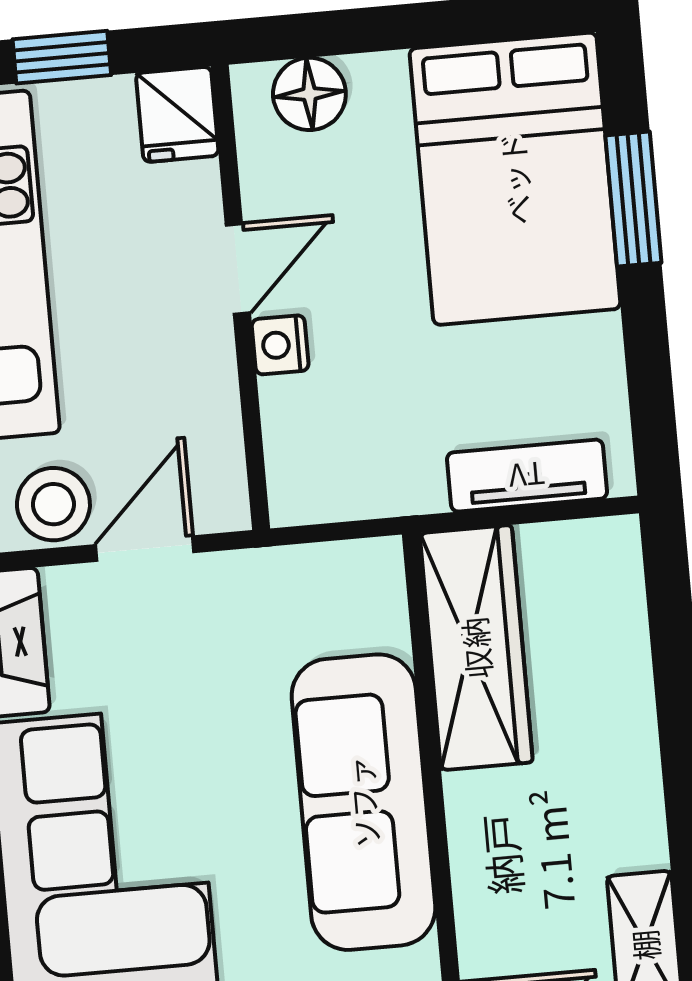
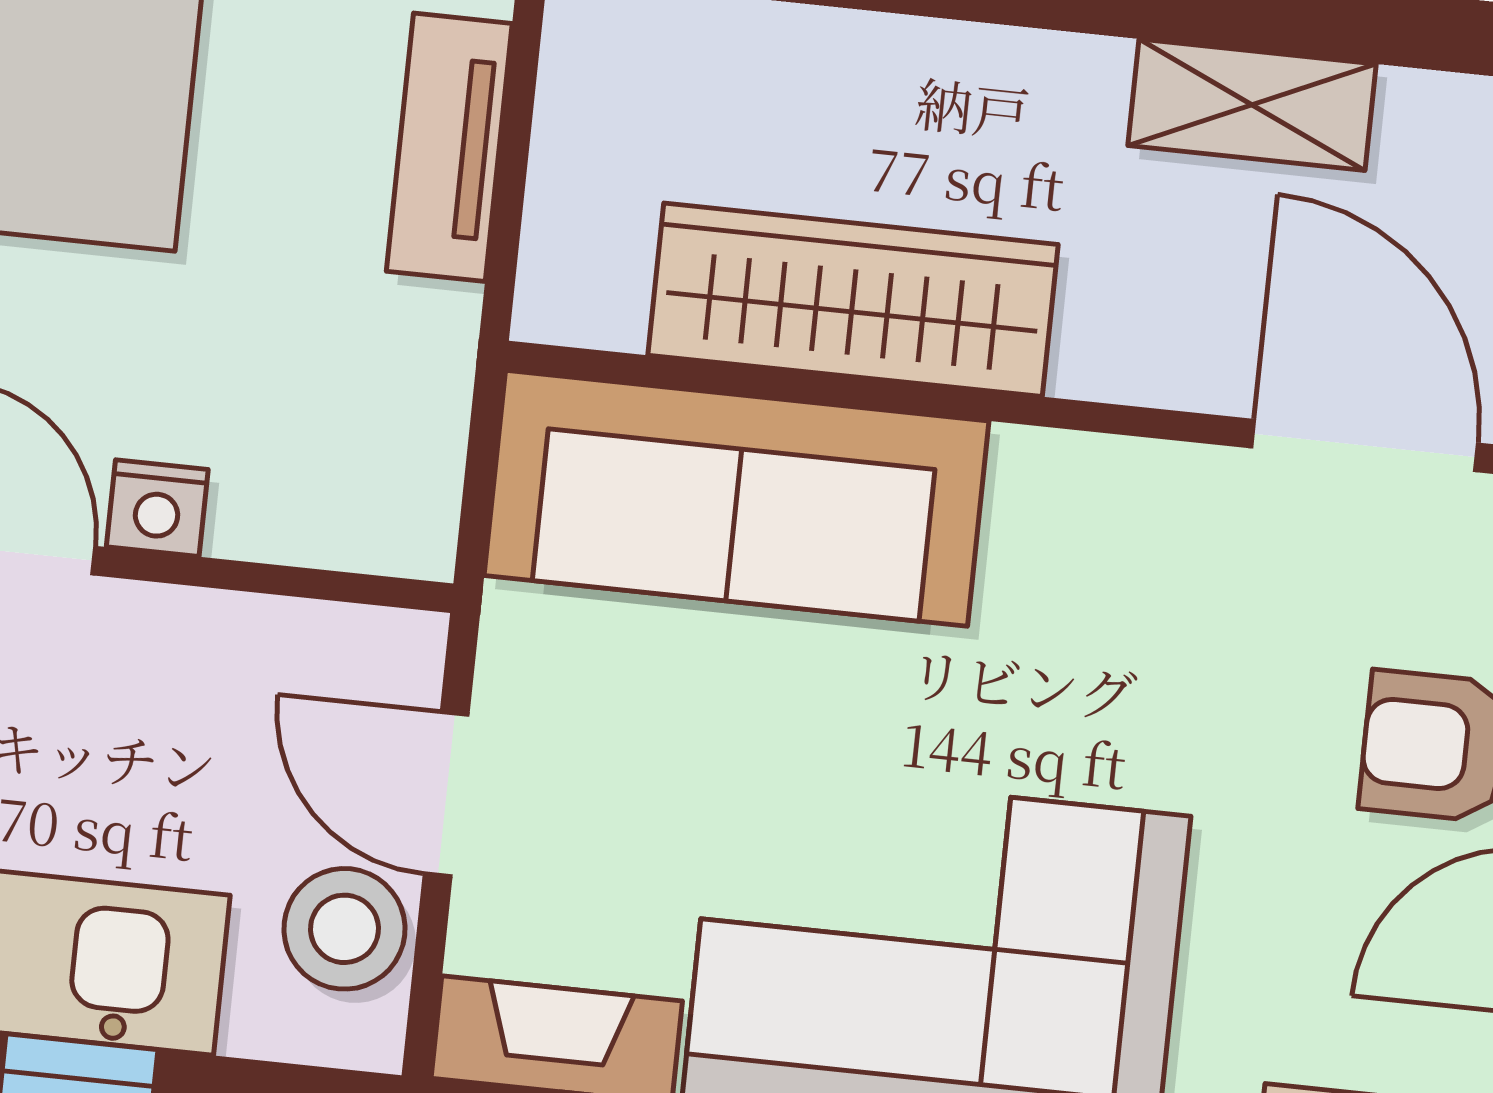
wardrobe: (476, 648) -> (853, 300), moved
sofa: (363, 802) -> (736, 498), moved

